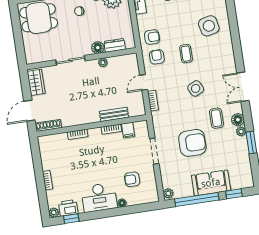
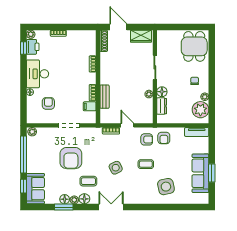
floor lamp: (242, 143) -> (65, 199), added
sofa: (211, 183) -> (35, 189), moved

